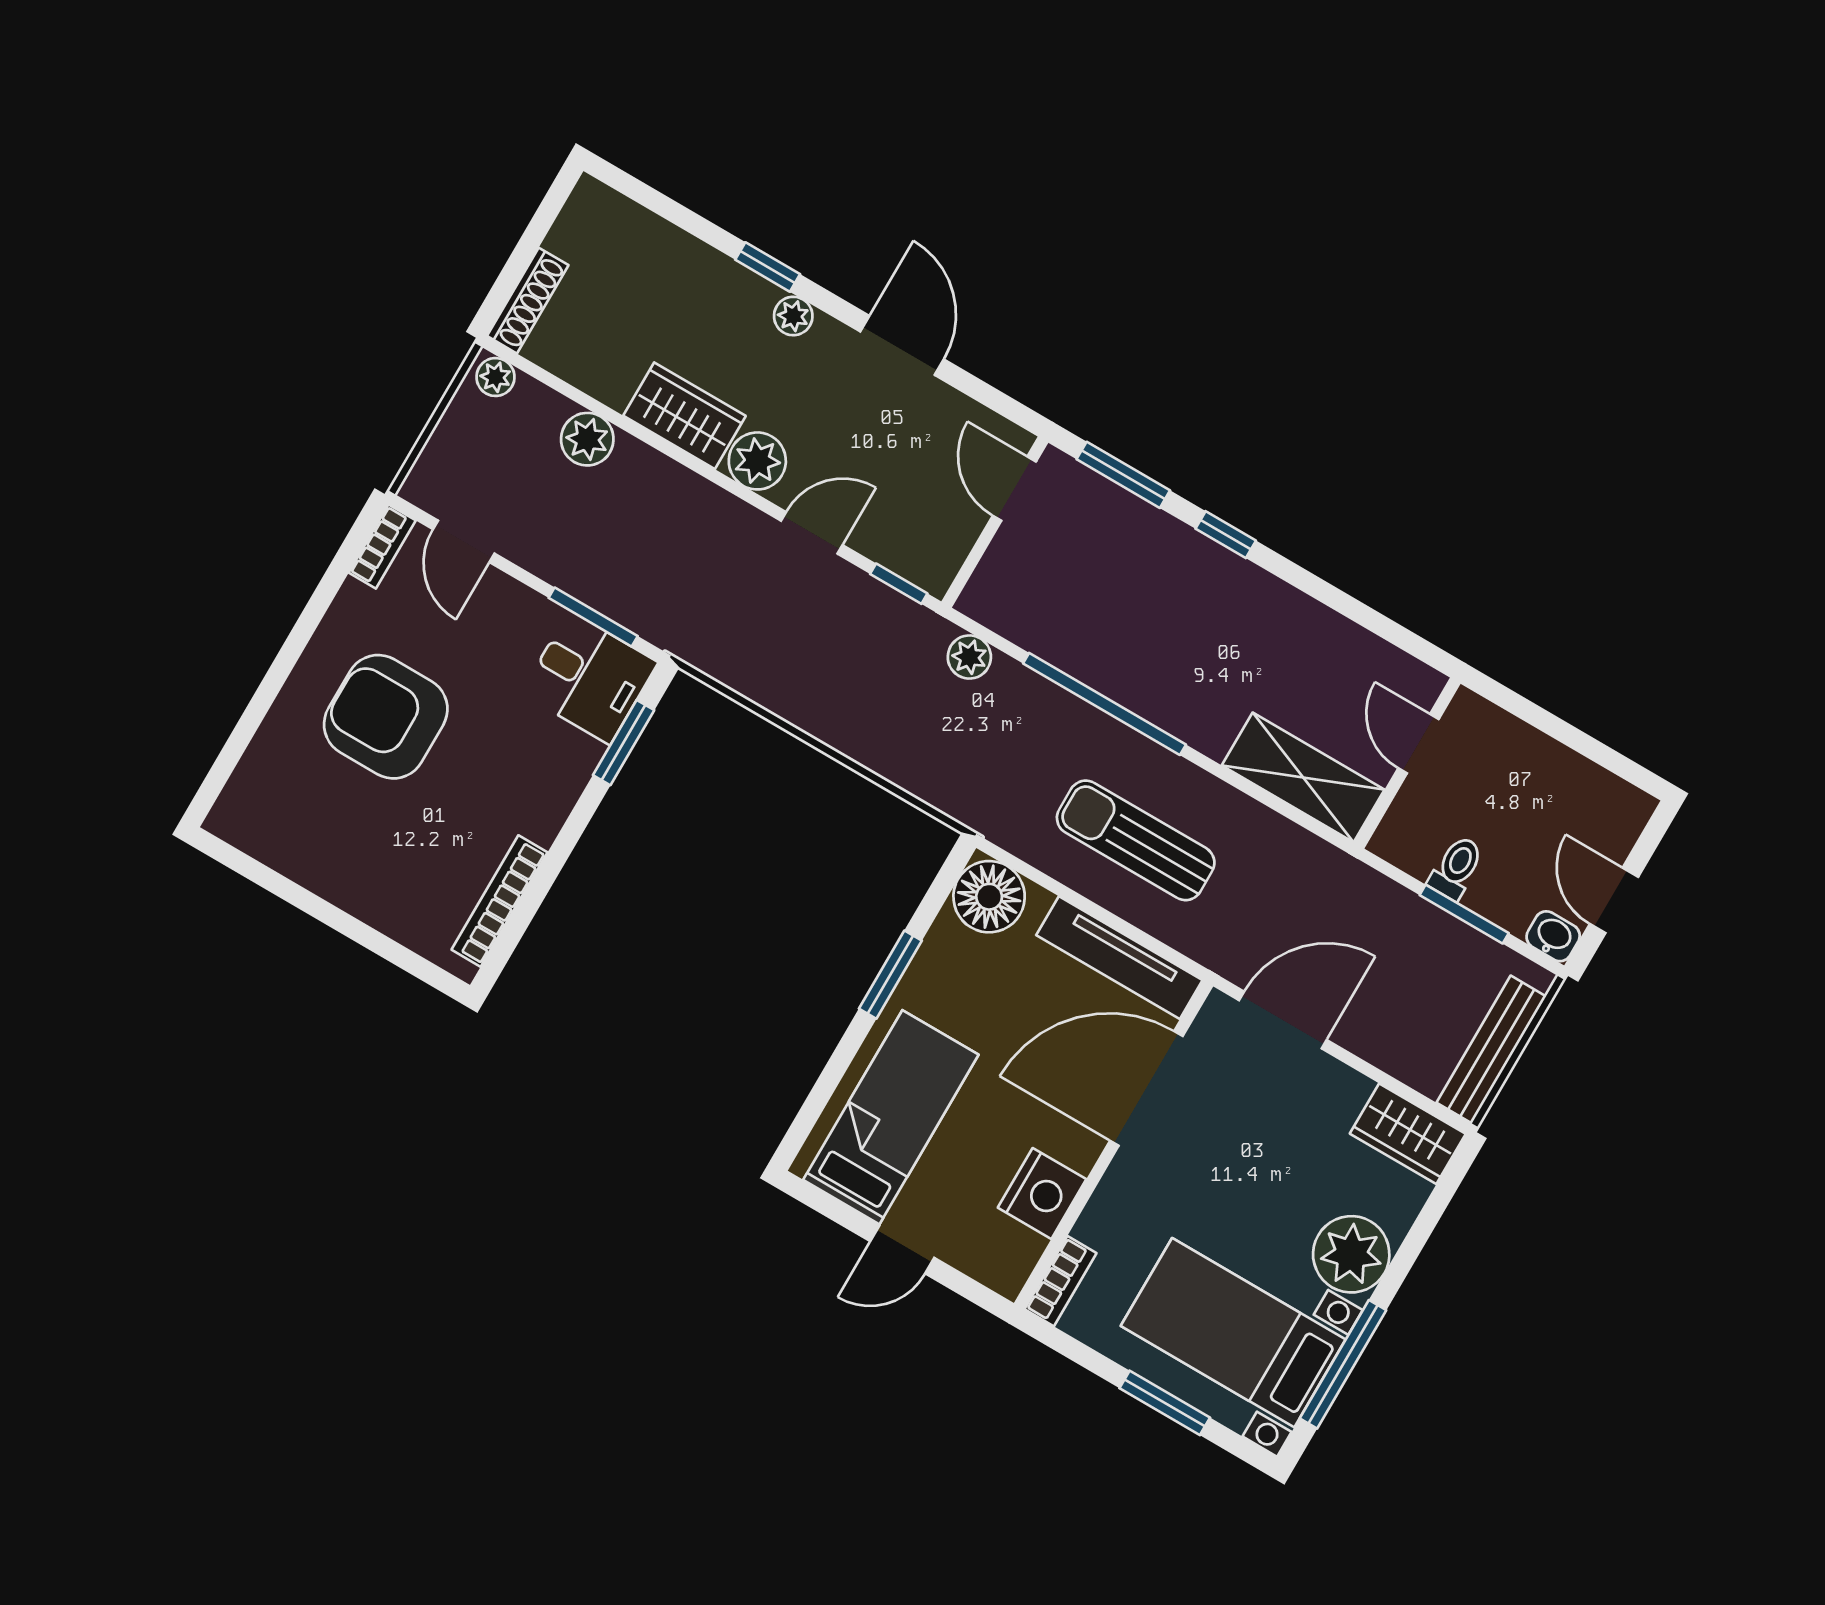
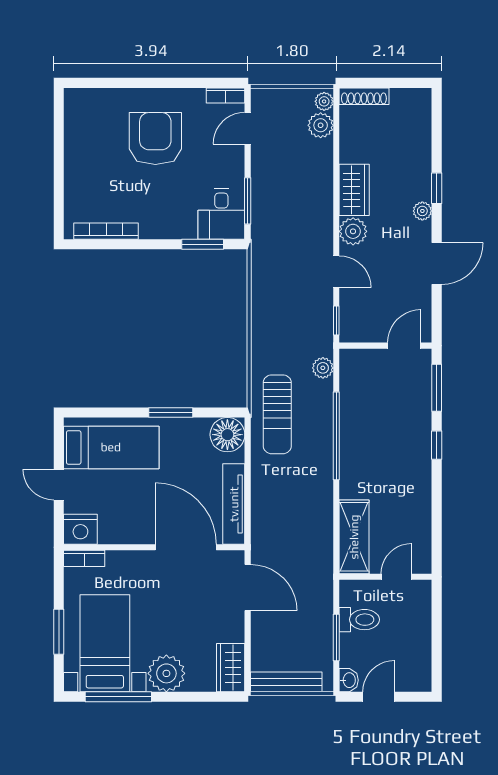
plant: (587, 439) -> (321, 125), moved
sun lounger: (1136, 840) -> (277, 414), moved, turned 180
toilet: (1456, 868) -> (359, 620), width x1.37, depth x1.39
nightstand: (1042, 1193) -> (80, 529), moved

